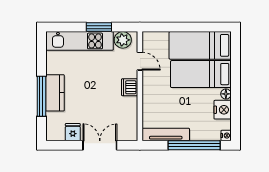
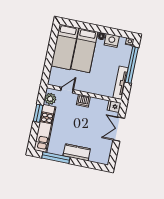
window: (41, 96) -> (56, 158), moved
fridge: (73, 132) -> (114, 106), moved

